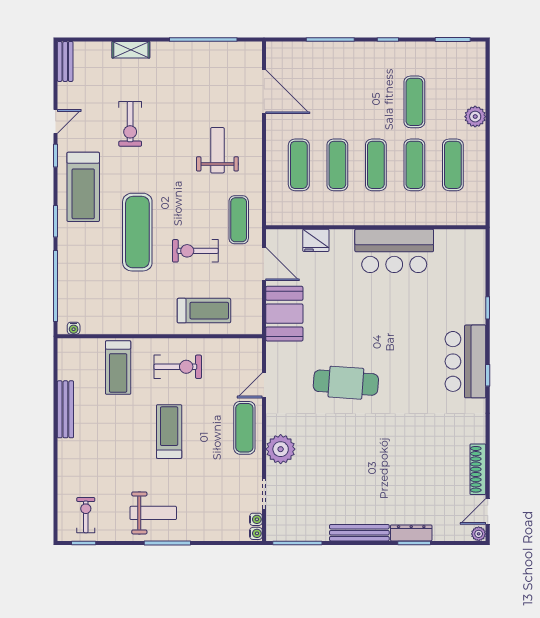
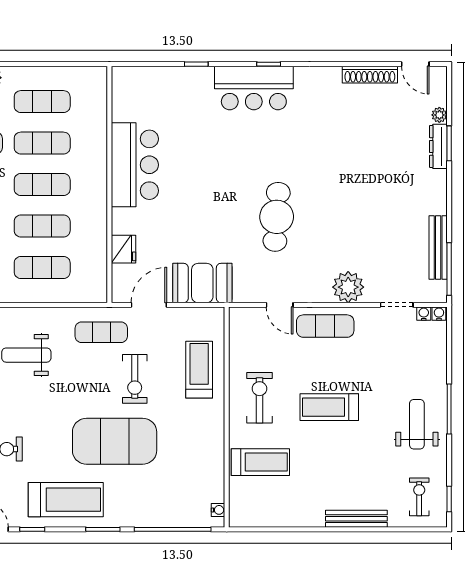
exercise mat: (137, 232) -> (115, 441), width x1.47
bench: (65, 409) -> (356, 519), moved
exercise bike: (86, 515) -> (419, 497), turned 90
bench: (359, 533) -> (438, 247), moved
plant: (479, 534) -> (439, 115), moved

